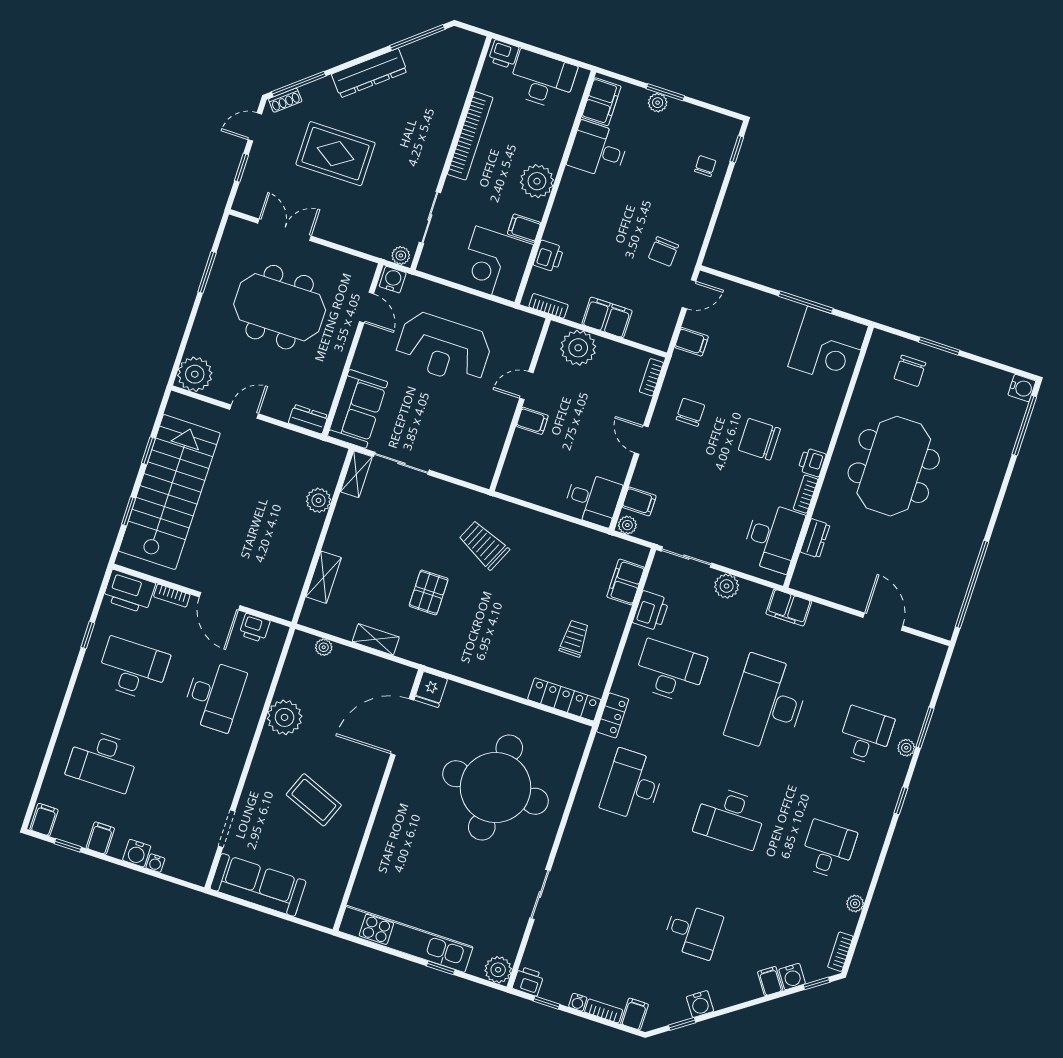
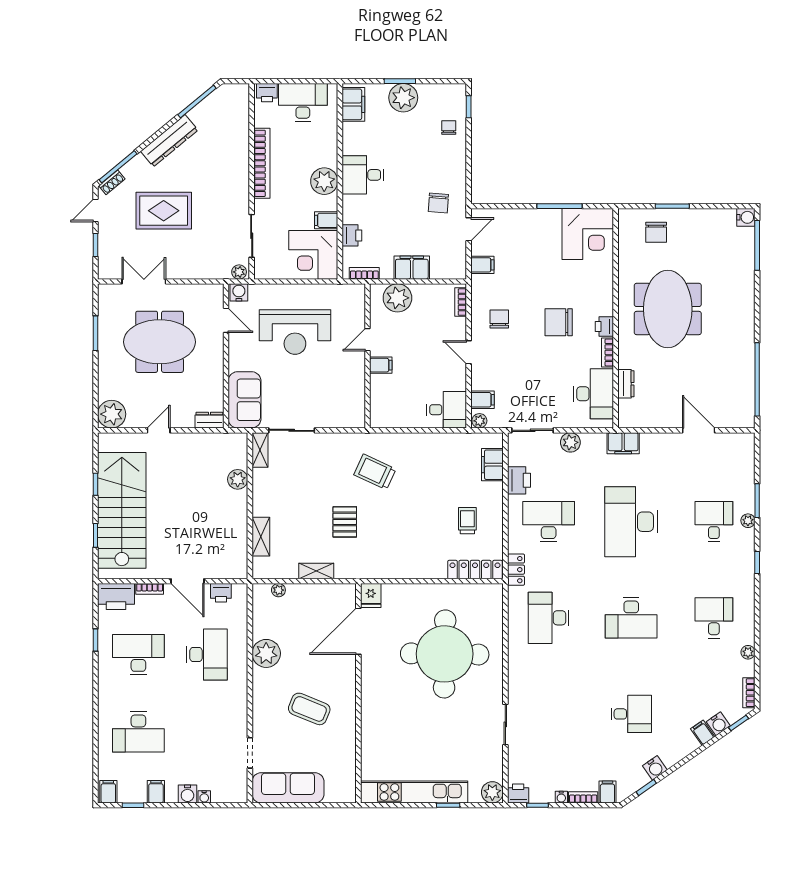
plant: (658, 103) -> (403, 98), width x1.88, depth x1.88
desk: (598, 150) -> (363, 175), moved

